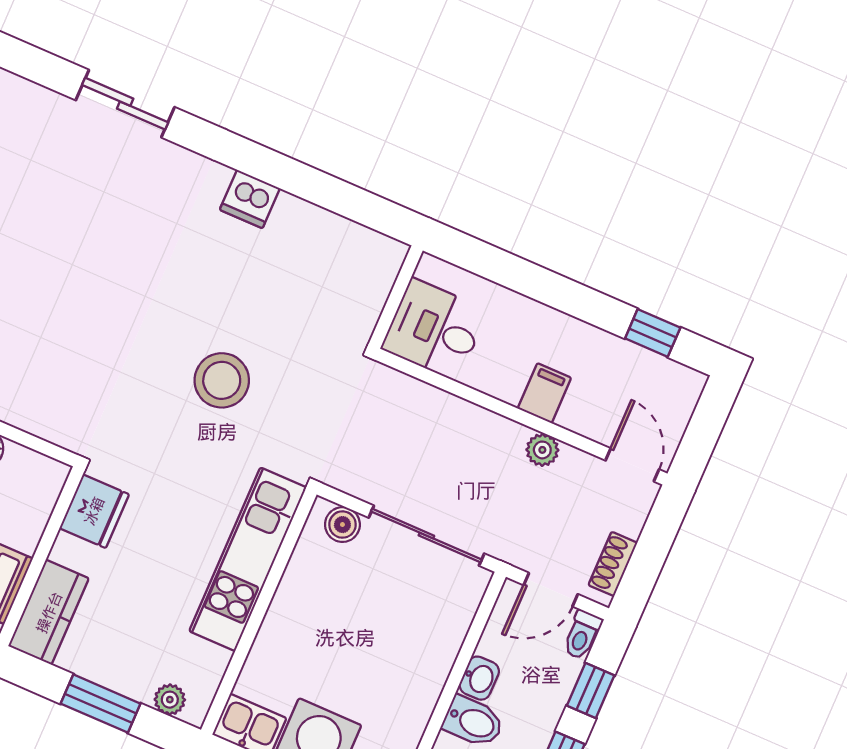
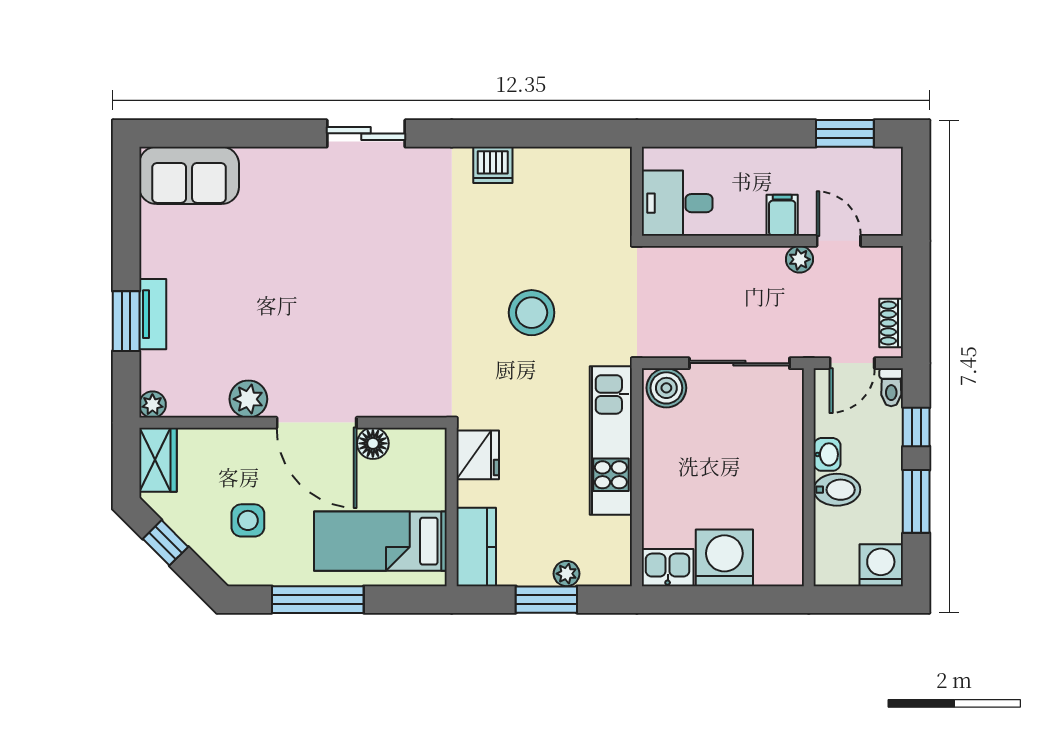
window: (653, 333) -> (845, 133), width x1.50
door: (632, 465) -> (839, 241), moved
boiler: (342, 525) -> (666, 388), width x1.36, depth x1.36
plant: (170, 700) -> (567, 574), moved

